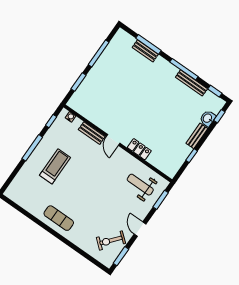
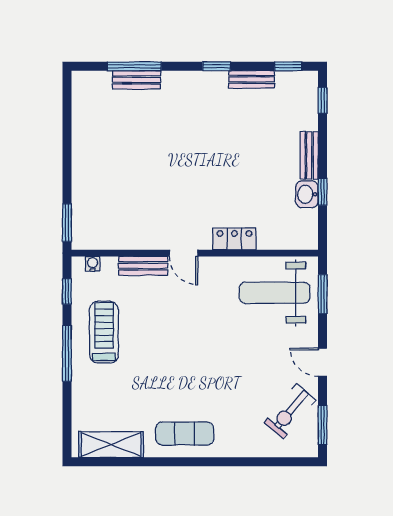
window: (99, 53) -> (67, 135), removed
window: (184, 69) -> (217, 66), width x0.46
window: (78, 82) -> (67, 223), moved
bench: (191, 83) -> (251, 79), width x0.73
washbasin: (208, 118) -> (307, 194), moved
treadmill: (55, 166) -> (104, 332), moved
weight bench: (140, 185) -> (274, 293), width x1.36, depth x1.33
shelving: (24, 201) -> (111, 445), added

